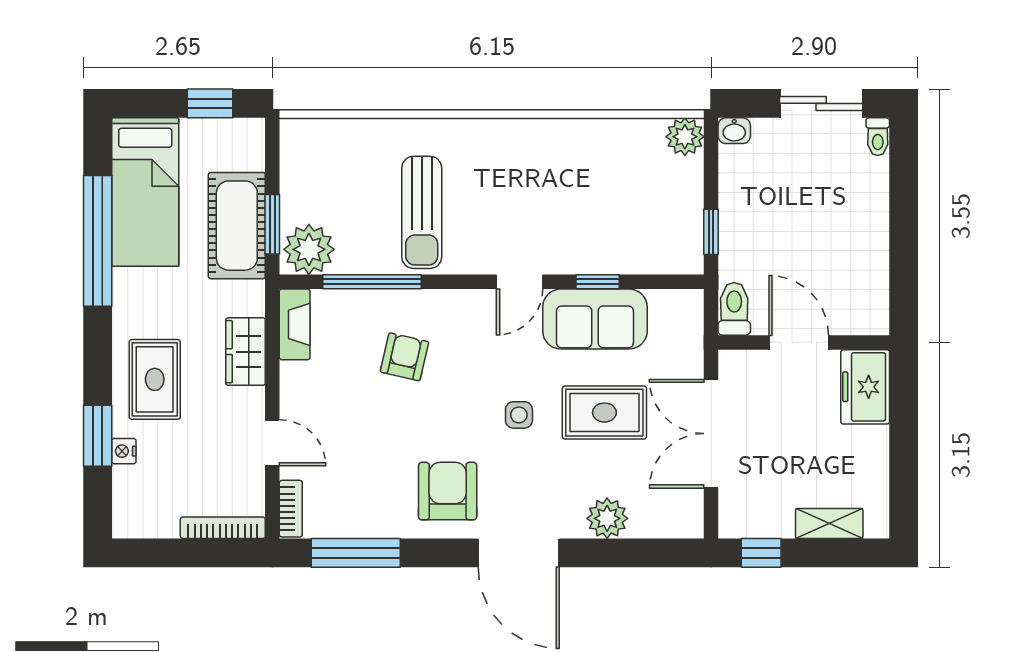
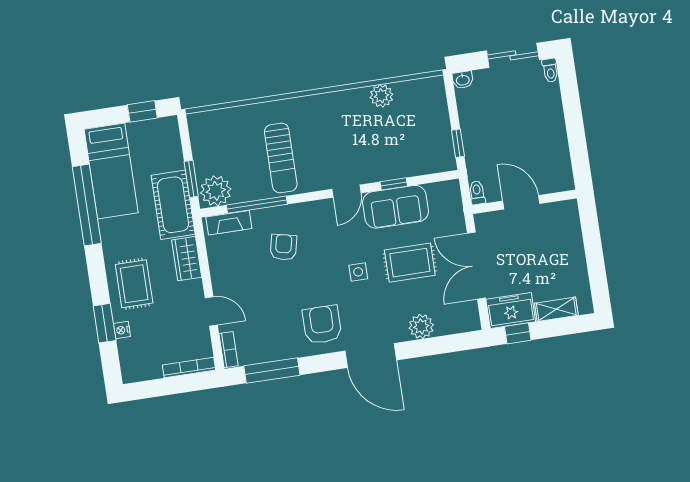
plant: (685, 137) -> (381, 96), moved
cot: (237, 226) -> (173, 205), moved
toilet: (734, 309) -> (477, 193), width x0.73, depth x0.72
fireplace: (295, 324) -> (229, 223), moved, turned 90
freezer: (865, 387) -> (511, 310), moved, turned 90

